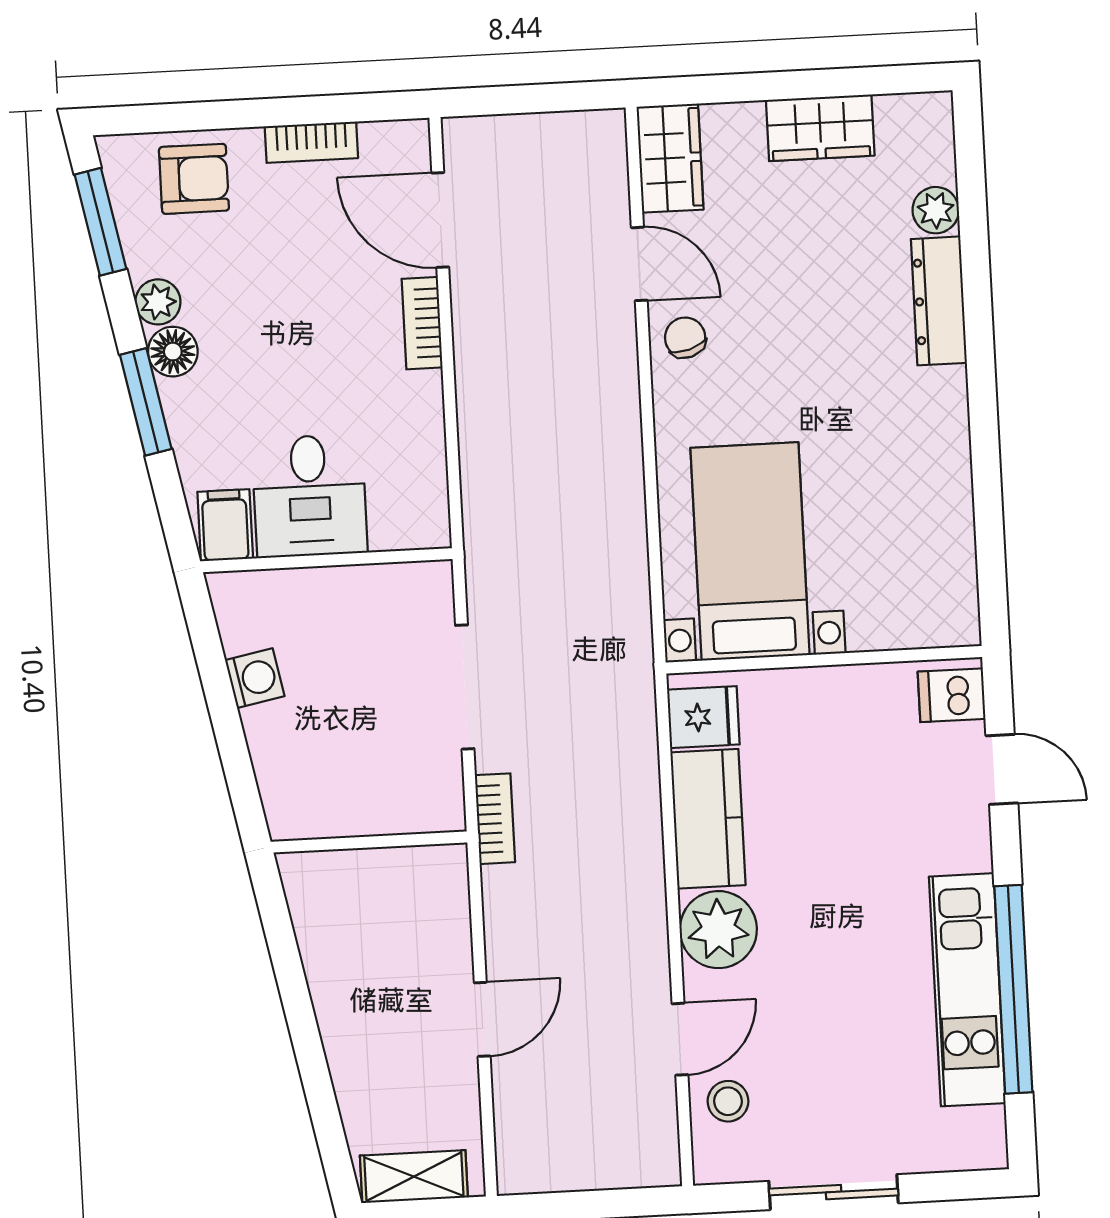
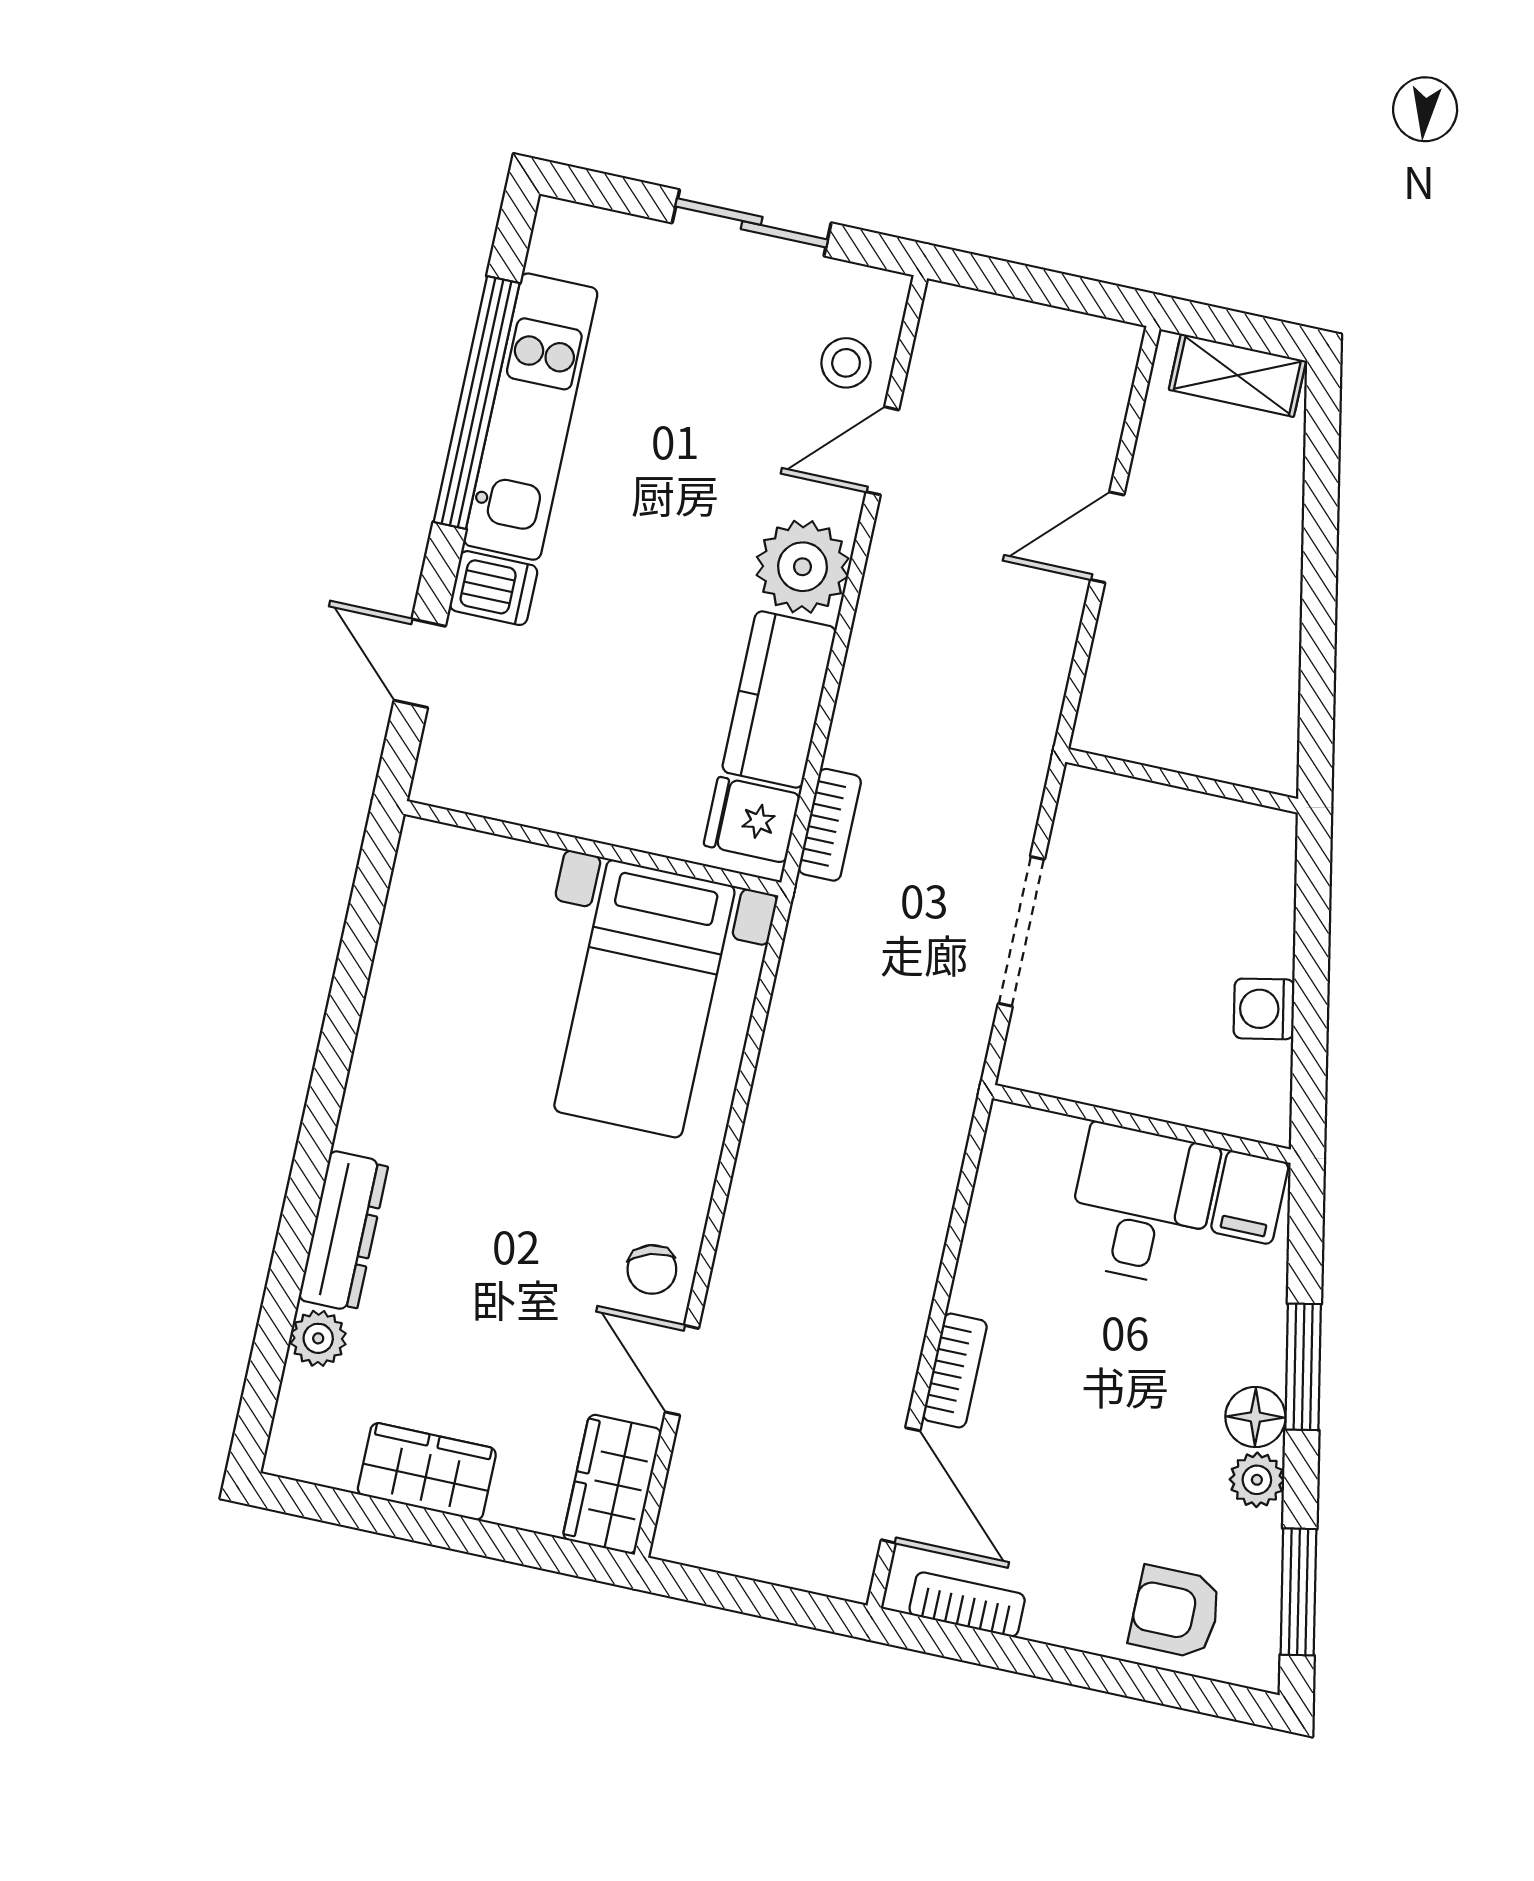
bookcase: (311, 142) -> (967, 1605), moved
dishwasher: (952, 695) -> (494, 588), moved
bookcase: (495, 819) -> (830, 825), moved, turned 180

